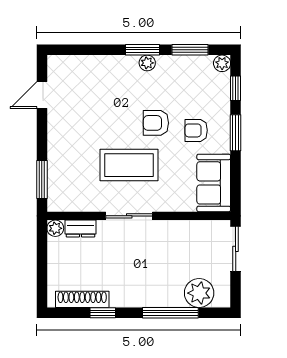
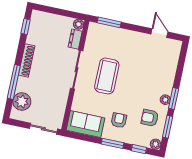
armchair: (156, 123) -> (150, 118), moved, turned -90
sliding door: (129, 216) -> (77, 70), width x1.37
shoe rack: (82, 299) -> (27, 60), moved
window: (103, 313) -> (26, 26), moved

